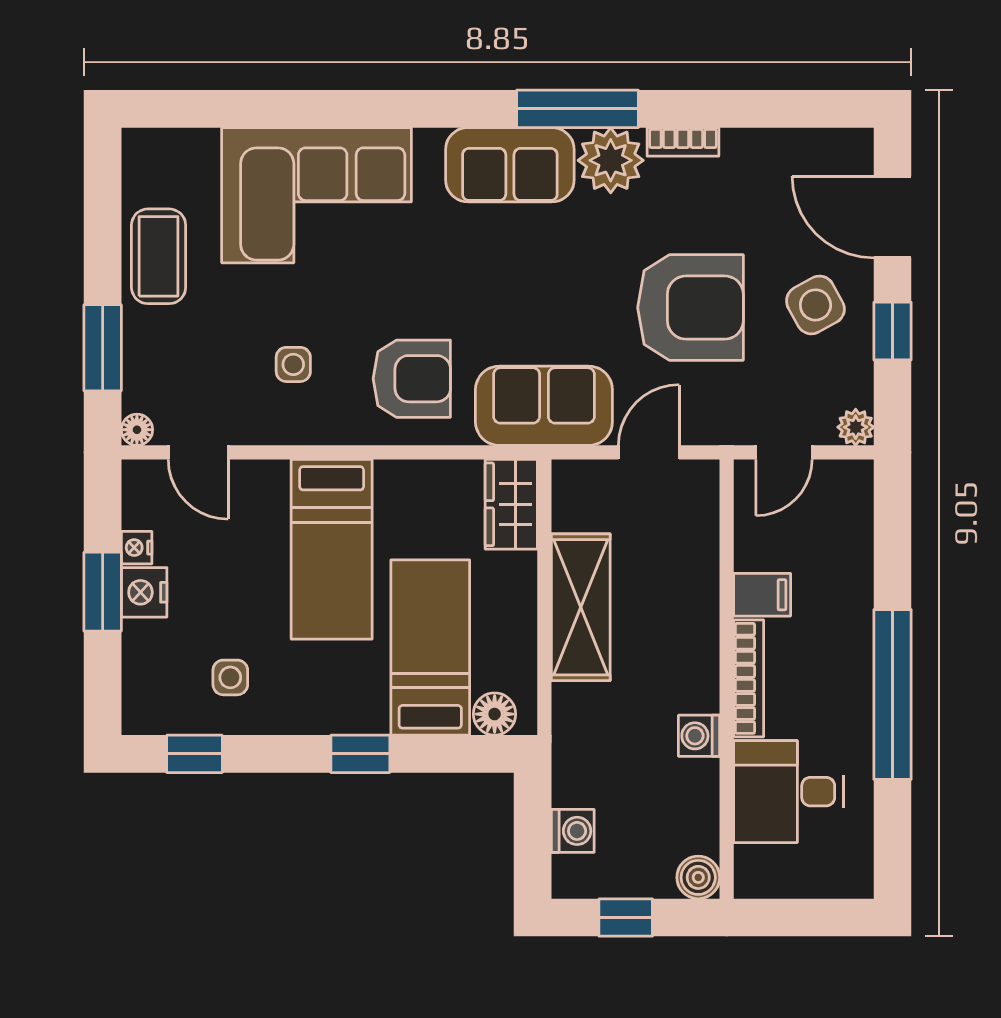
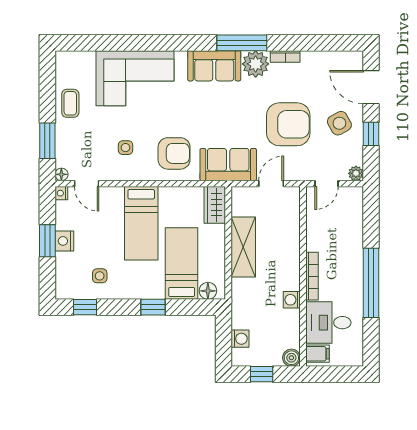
coffee table: (159, 256) -> (70, 103), width x0.73, depth x0.77
nightstand: (137, 548) -> (61, 193), moved
filing cabinet: (762, 595) -> (318, 354), moved

